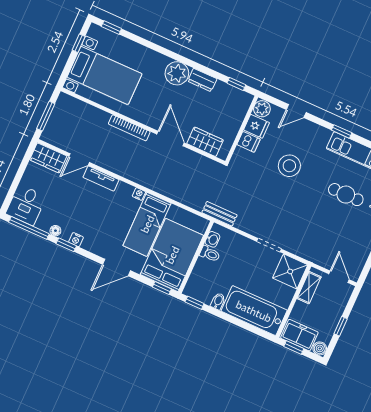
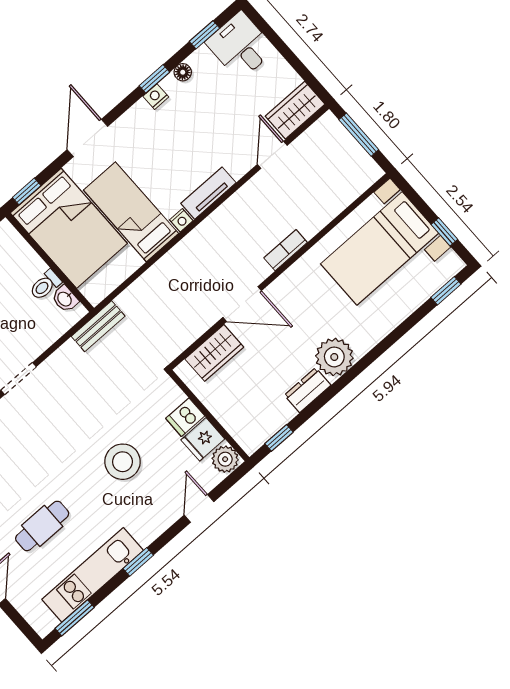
bookcase: (129, 128) -> (286, 250), width x0.64
tv unit: (101, 178) -> (208, 193), moved
window: (29, 228) -> (204, 35), width x0.46

